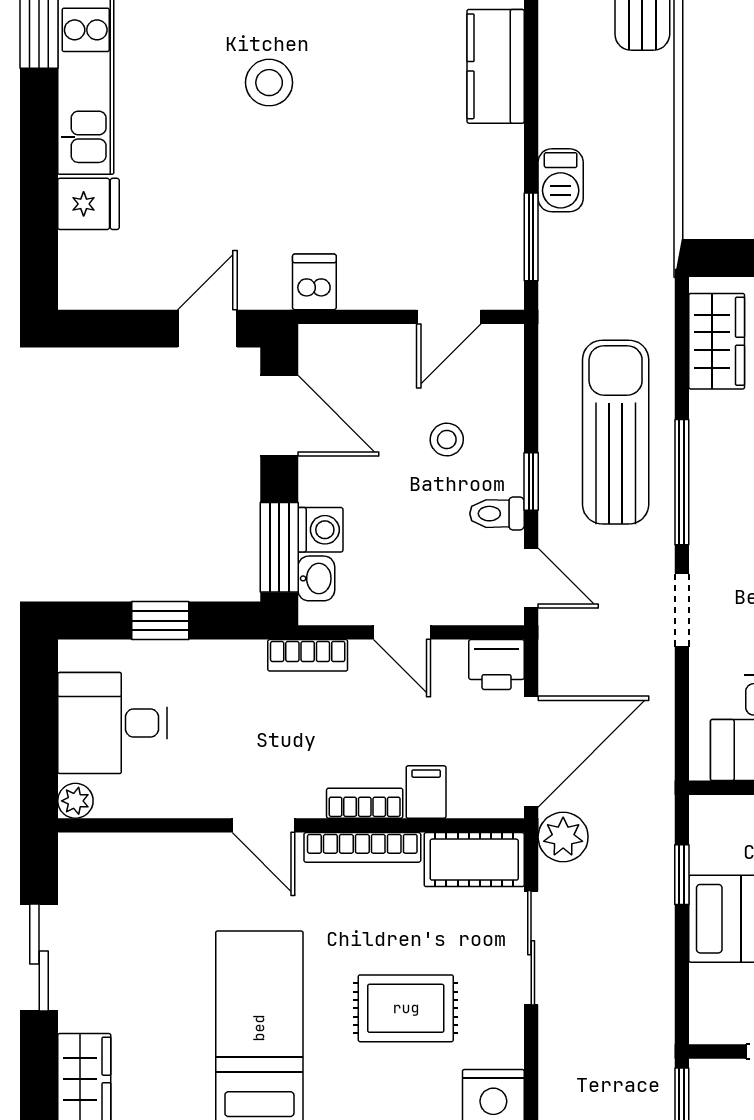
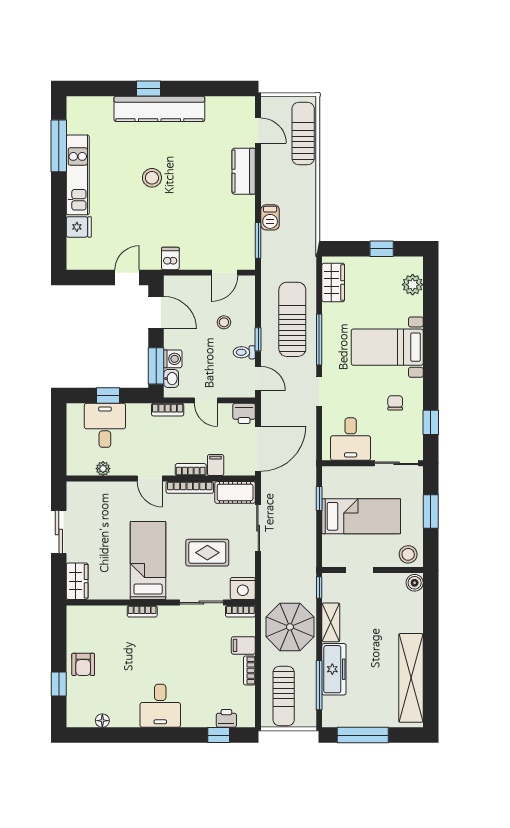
desk: (112, 723) -> (105, 425), moved, turned 90
plant: (75, 801) -> (103, 469), moved
plant: (563, 837) -> (271, 483), removed

